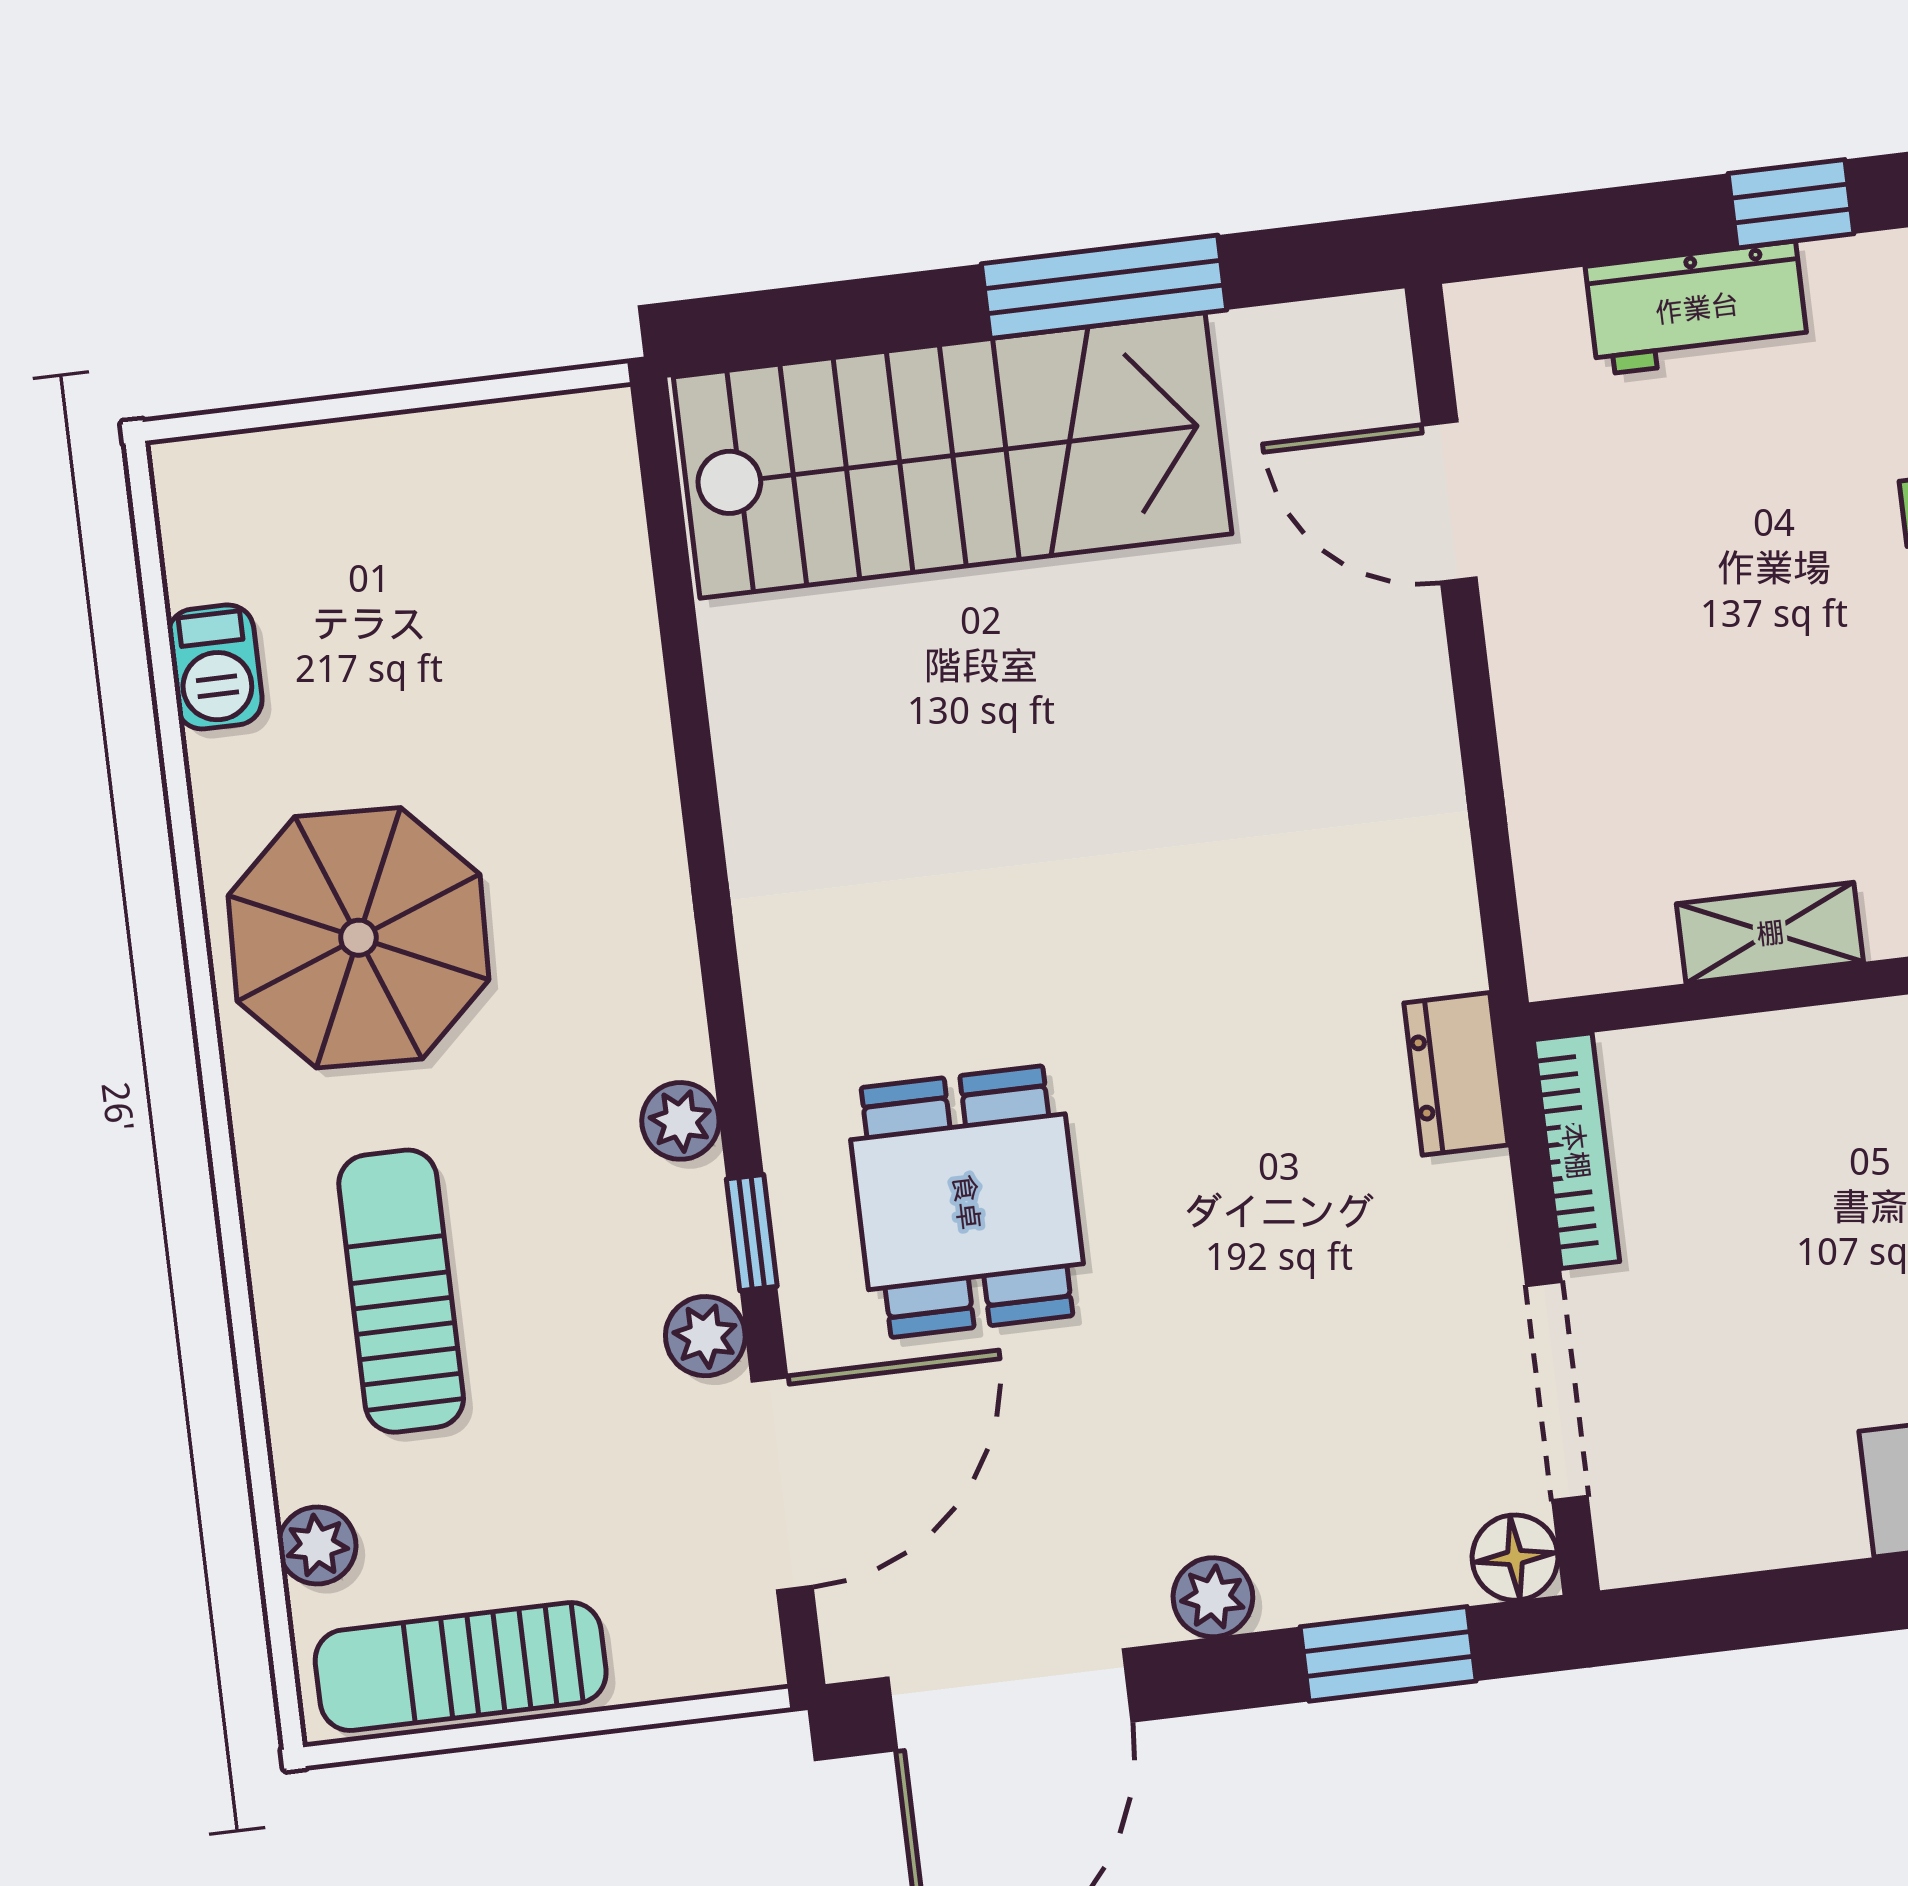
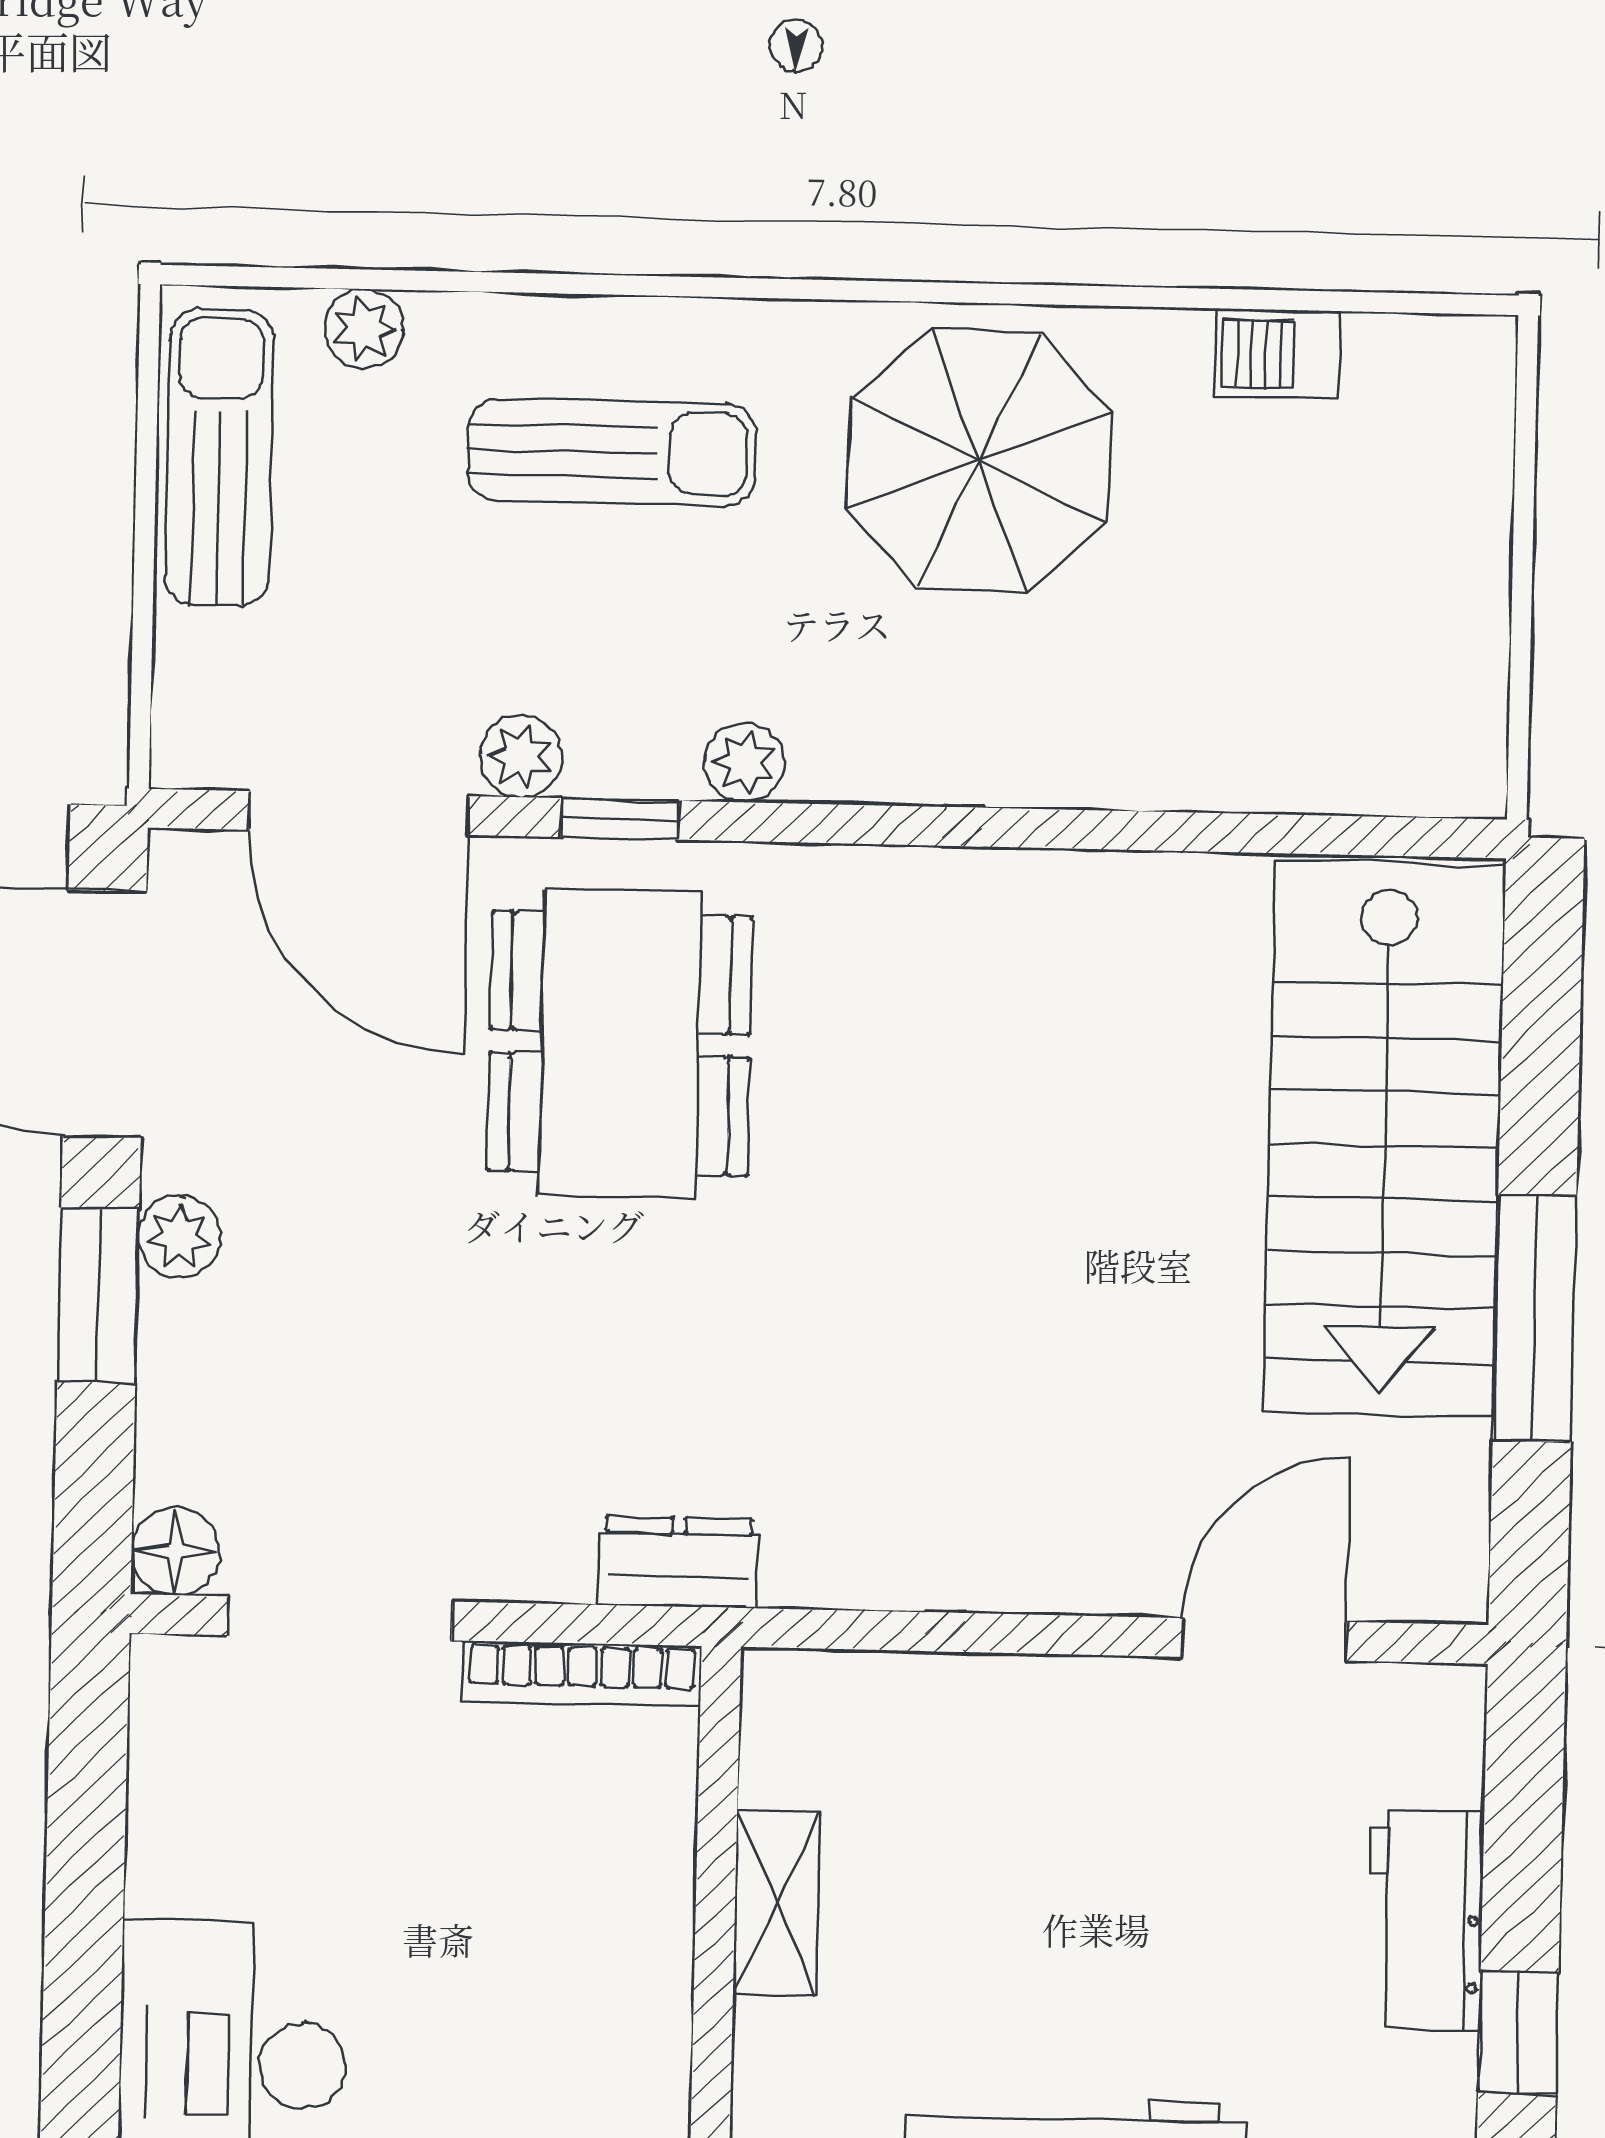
dining table: (967, 1202) -> (620, 1043), width x1.38
window: (1388, 1654) -> (98, 1295), moved

